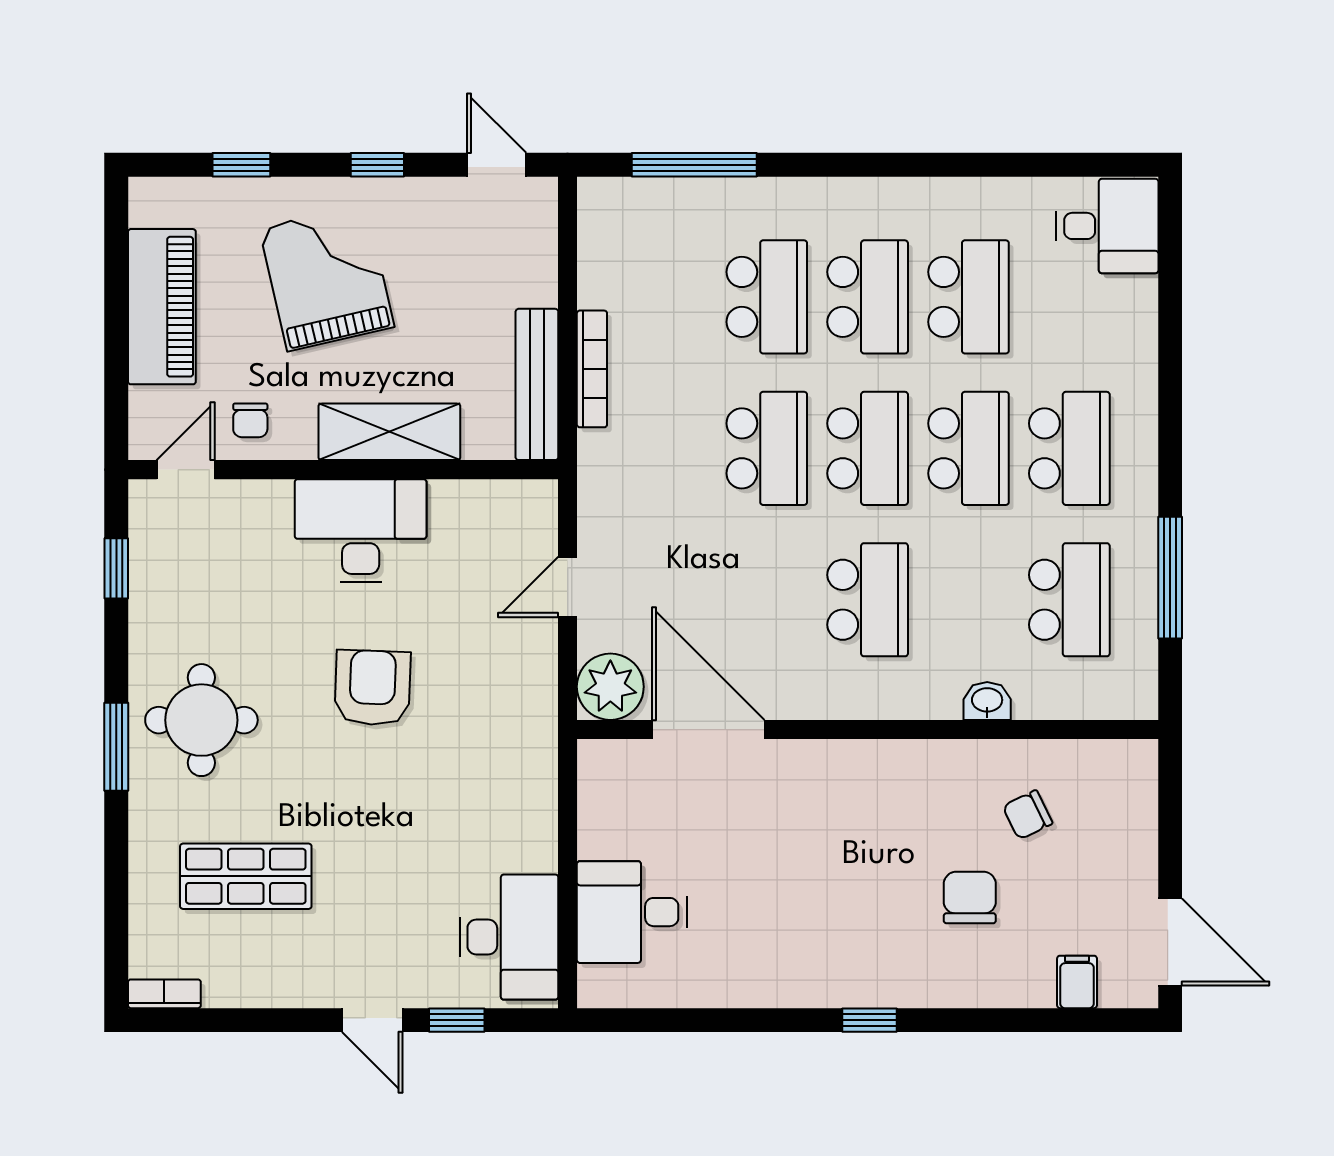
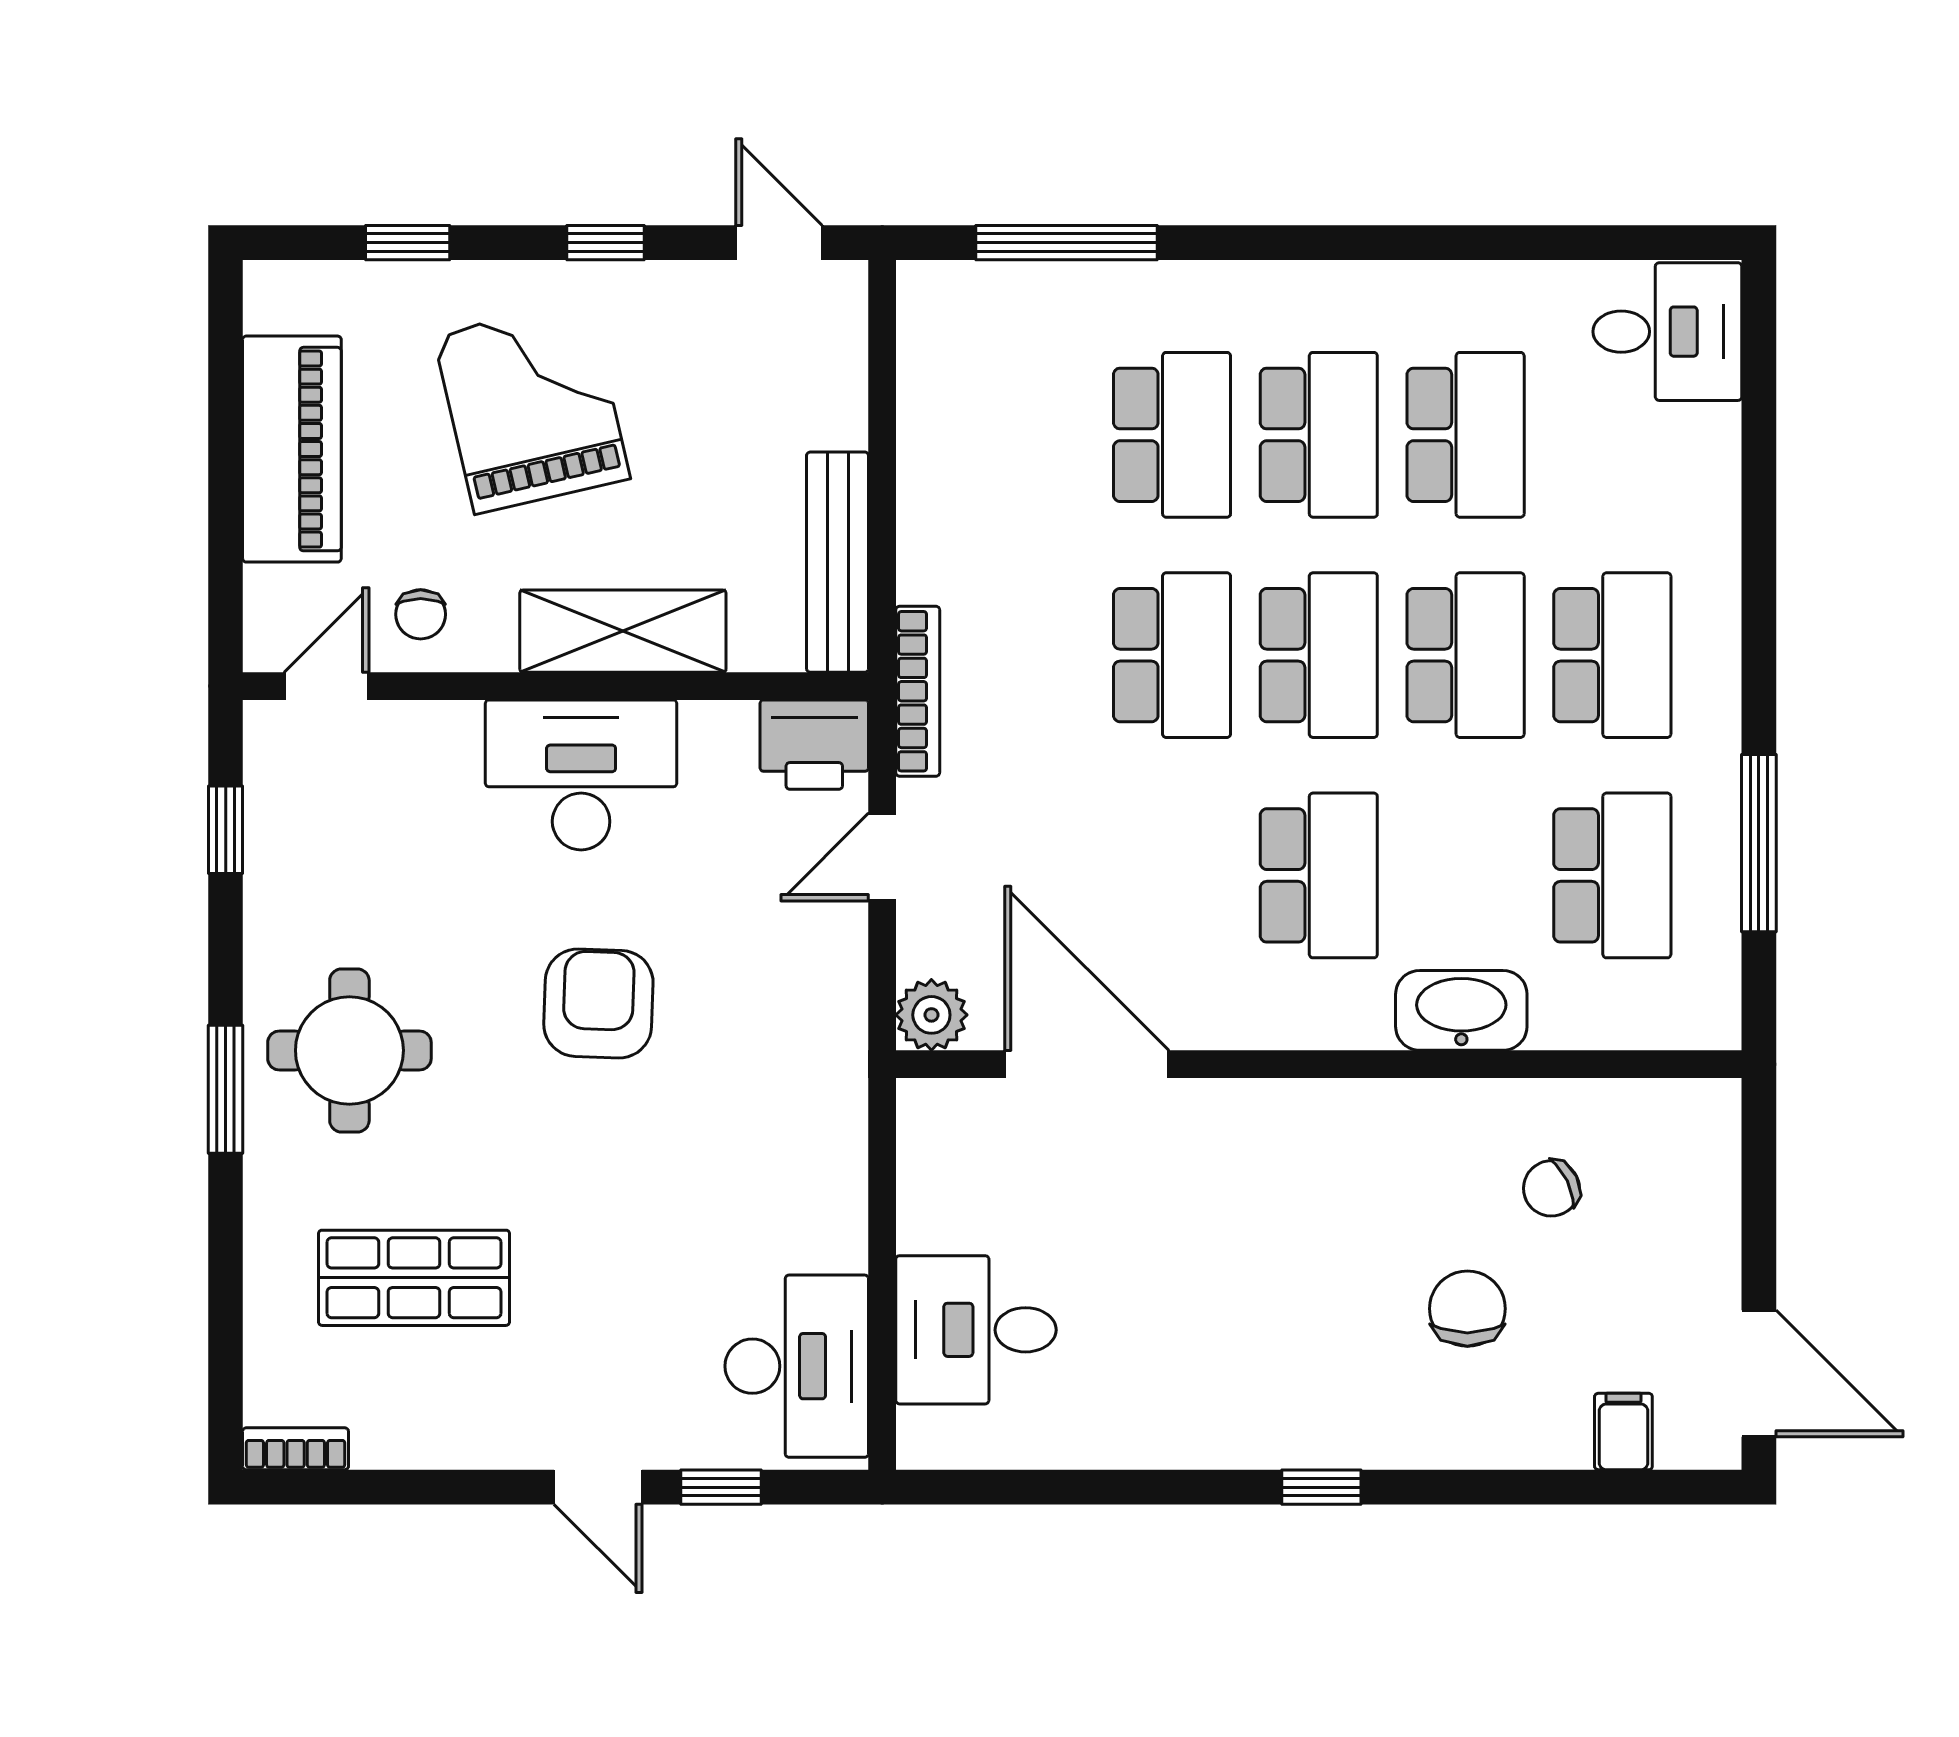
bookcase: (592, 369) -> (918, 691), moved
printer: (521, 510) -> (814, 745), added
plant: (610, 687) -> (931, 1015), width x0.73, depth x0.73
washbasin: (987, 701) -> (1461, 1010), width x1.91, depth x1.45

